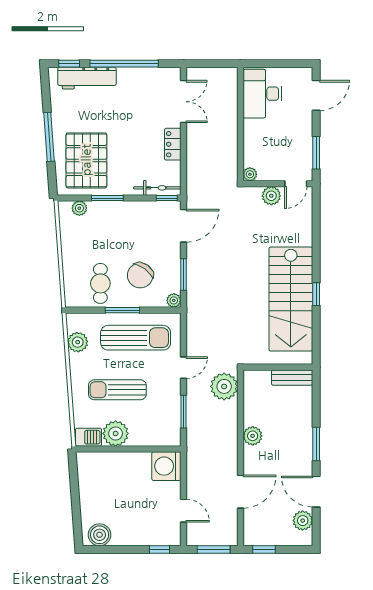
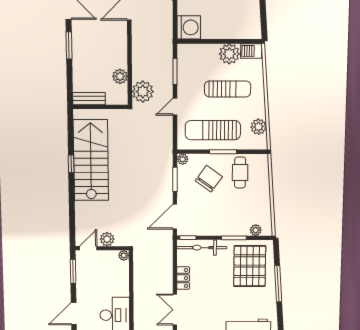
bicycle: (157, 188) -> (202, 248), width x1.37, depth x1.40
plant: (253, 436) -> (120, 76), moved

